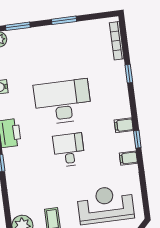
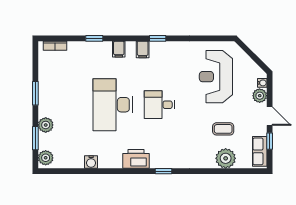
plant: (33, 35) -> (46, 125), added
bookcase: (117, 41) -> (55, 46), width x0.64
filing cabinet: (128, 158) -> (119, 49), moved

